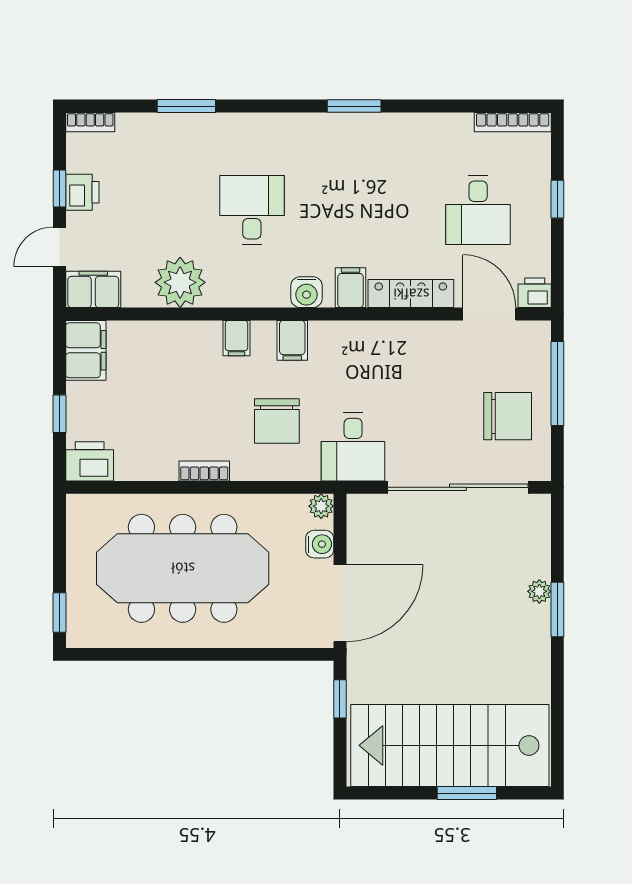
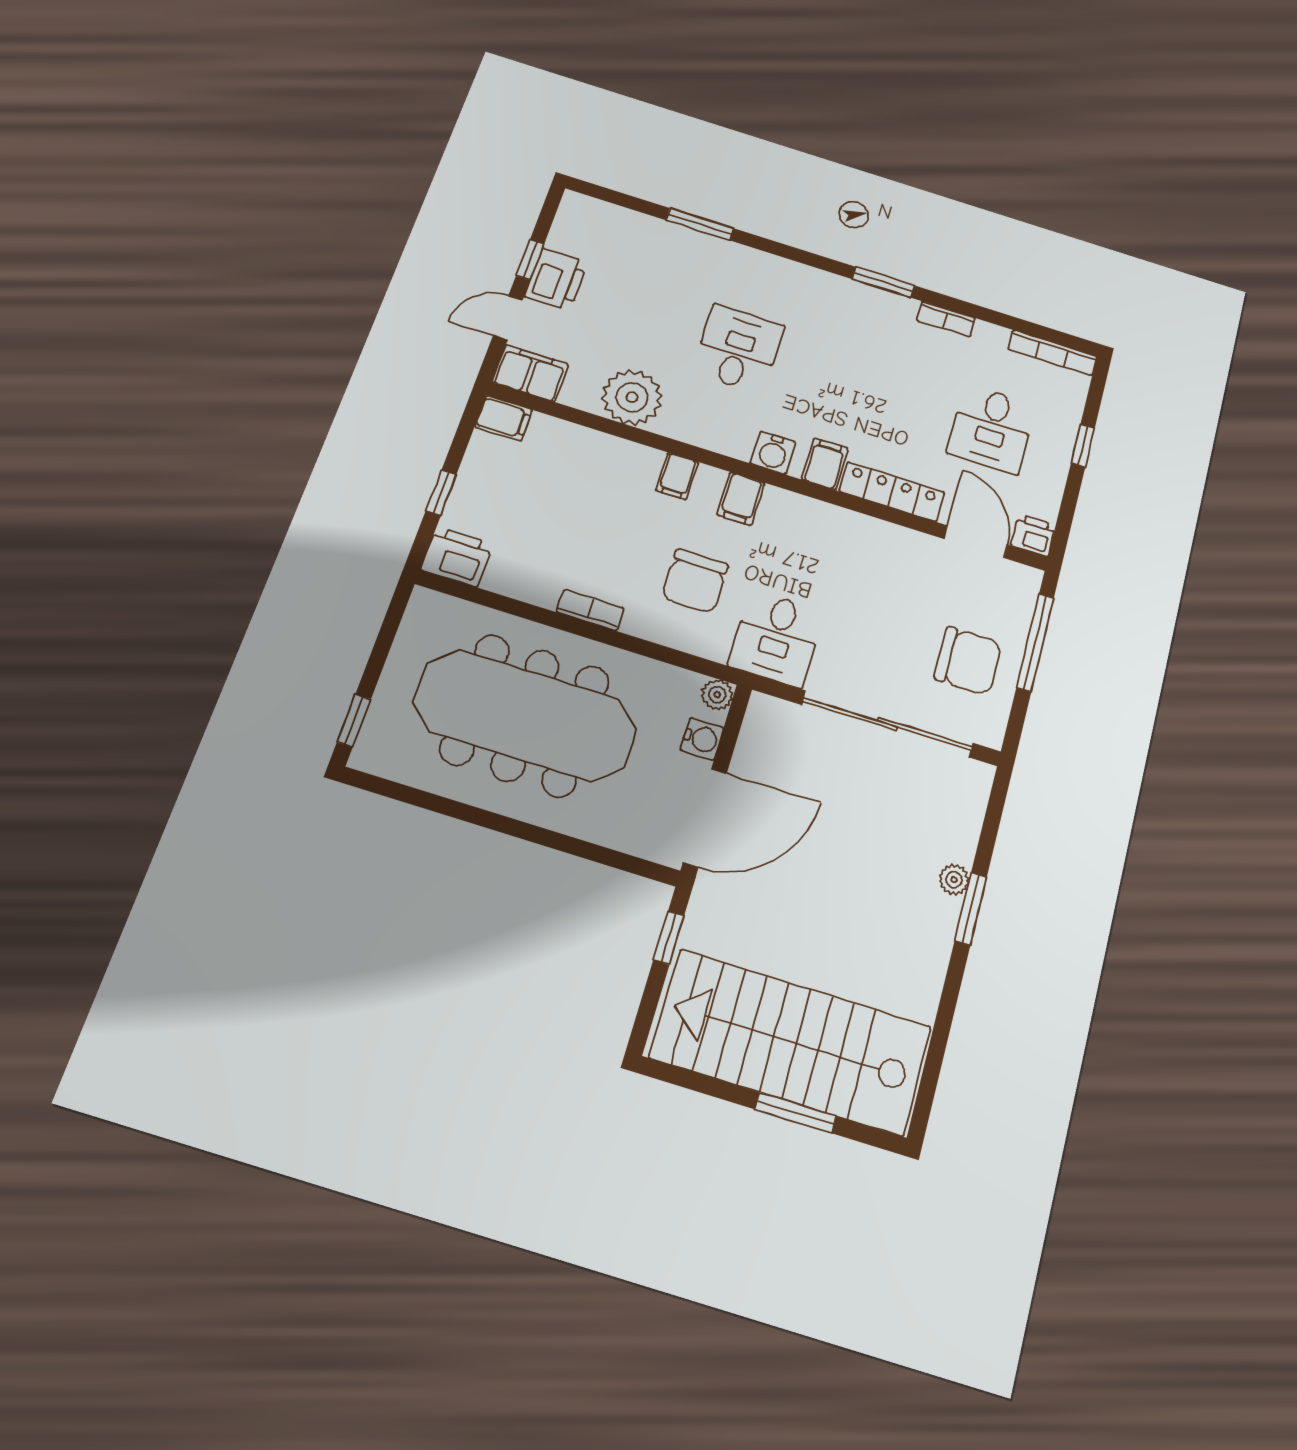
bookcase: (90, 122) -> (946, 319), moved
printer: (82, 192) -> (556, 279), width x1.36, depth x1.24
filing cabinet: (86, 350) -> (504, 418), width x0.50

